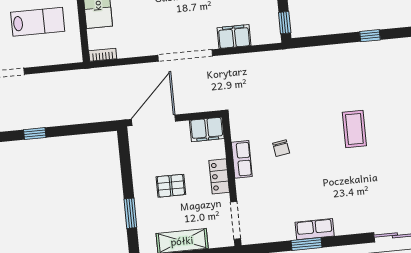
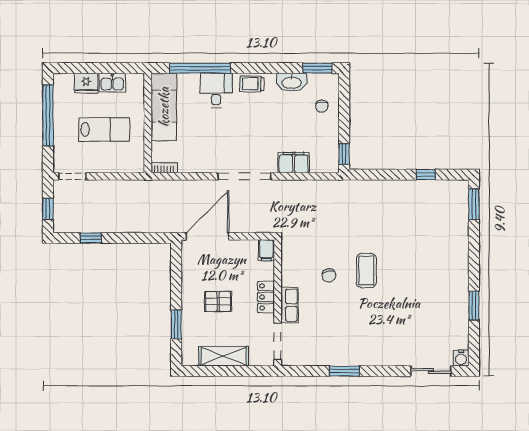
filing cabinet: (207, 129) -> (266, 250), width x0.50
coffee table: (354, 129) -> (366, 270), moved
row of seats: (242, 159) -> (289, 305), moved
row of seats: (315, 229) -> (354, 357), removed

